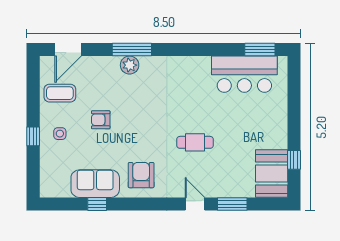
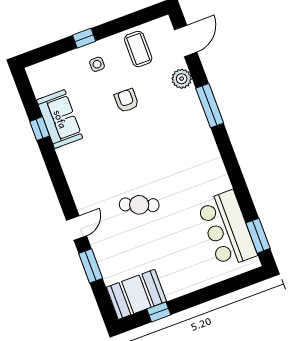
door: (68, 49) -> (186, 41), swing flipped
plant: (130, 65) -> (182, 79), moved
cafe table: (195, 142) -> (139, 205), turned -68
armchair: (141, 175) -> (86, 162), removed

